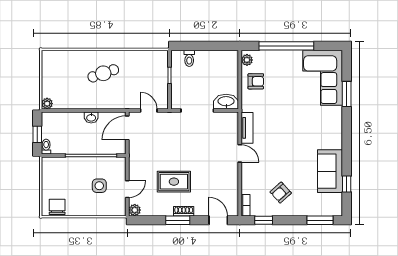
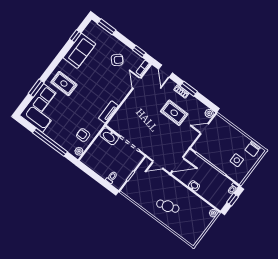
door: (149, 111) -> (158, 165), hinge flipped
rug: (320, 122) -> (64, 83), added
door: (240, 153) -> (137, 83), moved
side table: (99, 186) -> (237, 160), moved

